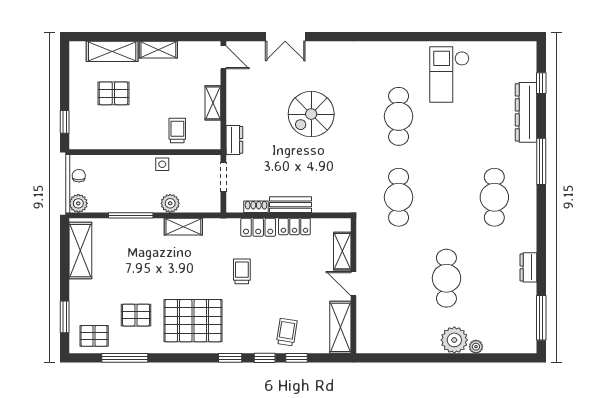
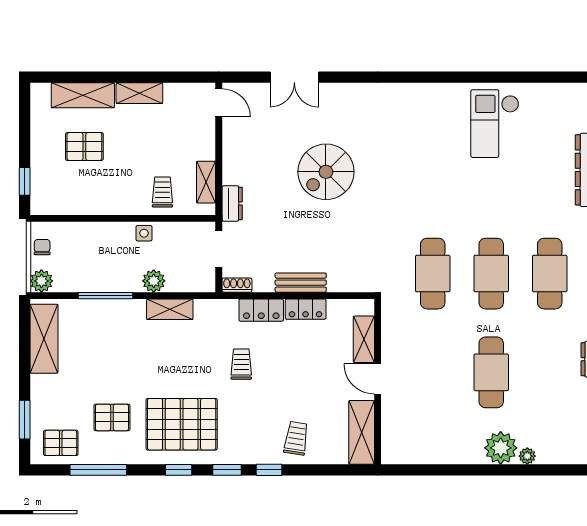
shelving: (213, 103) -> (206, 182), moved
cafe table: (399, 116) -> (491, 274), moved
shoe rack: (256, 207) -> (237, 285), moved
window: (296, 358) -> (179, 470), moved

